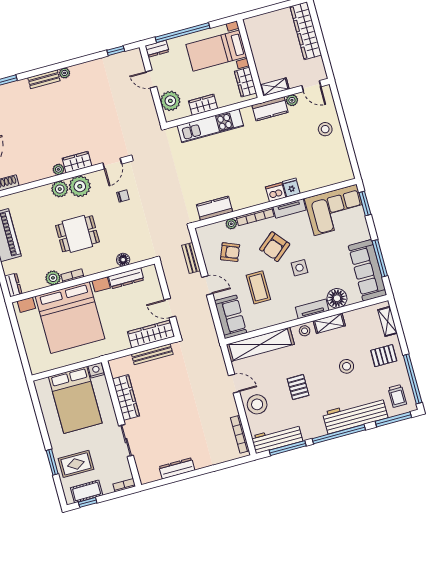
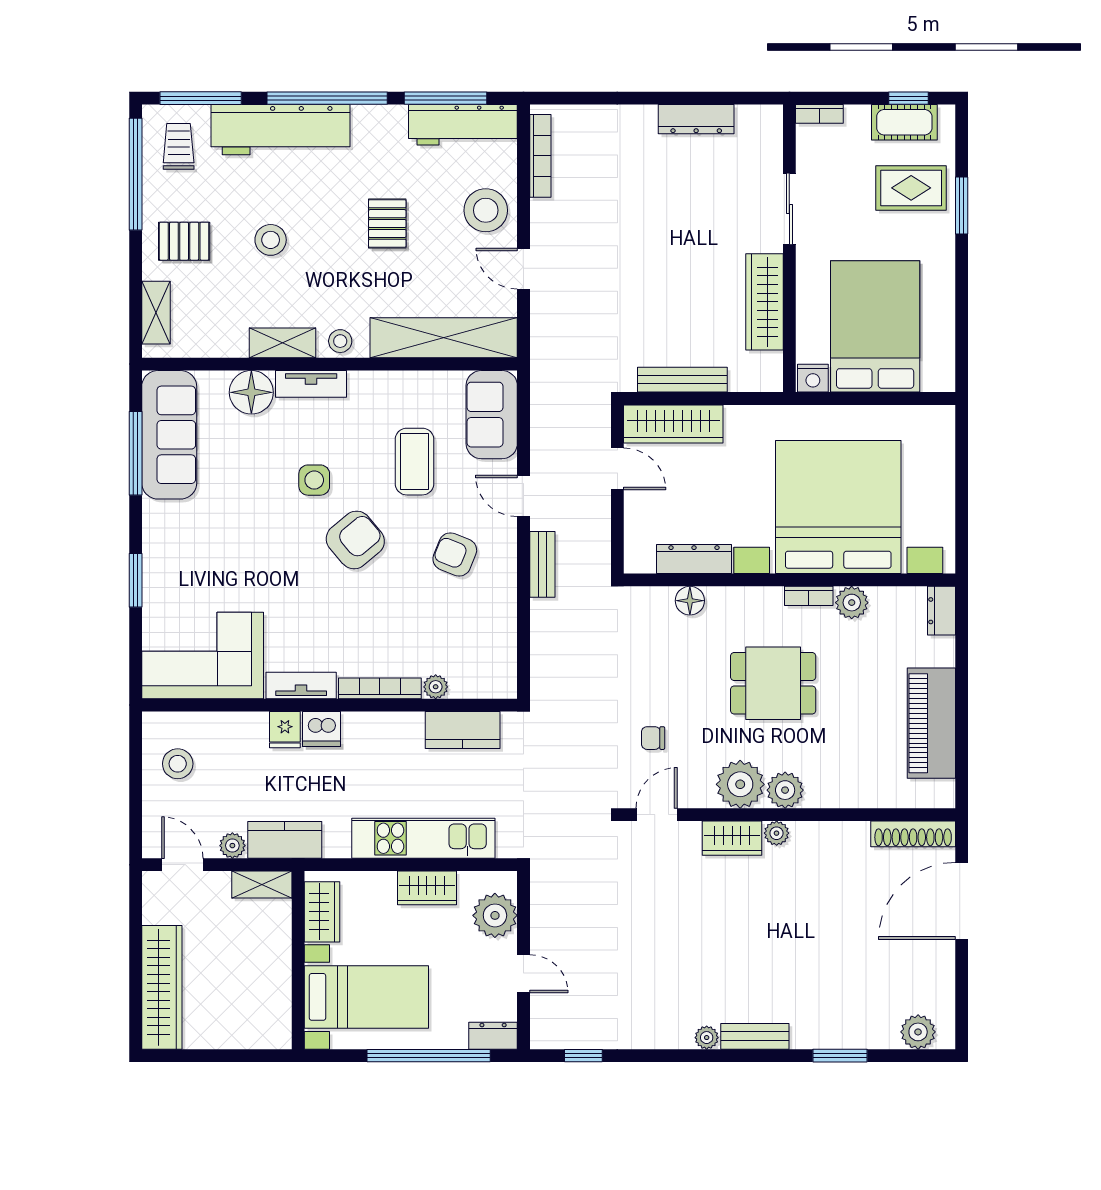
fridge: (291, 188) -> (285, 730), moved
dishwasher: (276, 192) -> (322, 729), moved
wall: (275, 203) -> (330, 705), moved
kitchen counter: (214, 208) -> (463, 730), moved
tv unit: (290, 209) -> (301, 685), moved
corner sofa: (336, 210) -> (203, 655), moved
bookcase: (255, 217) -> (380, 688), moved
plant: (231, 224) -> (436, 687), moved

